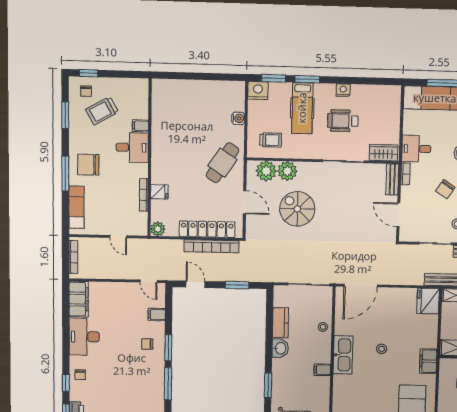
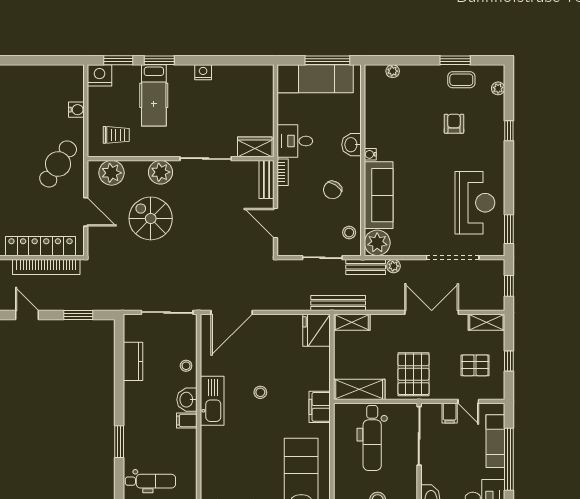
wheelchair: (343, 121) -> (204, 109), removed
plant: (287, 171) -> (160, 172), moved
washbasin: (280, 348) -> (187, 400), moved, turned 180

